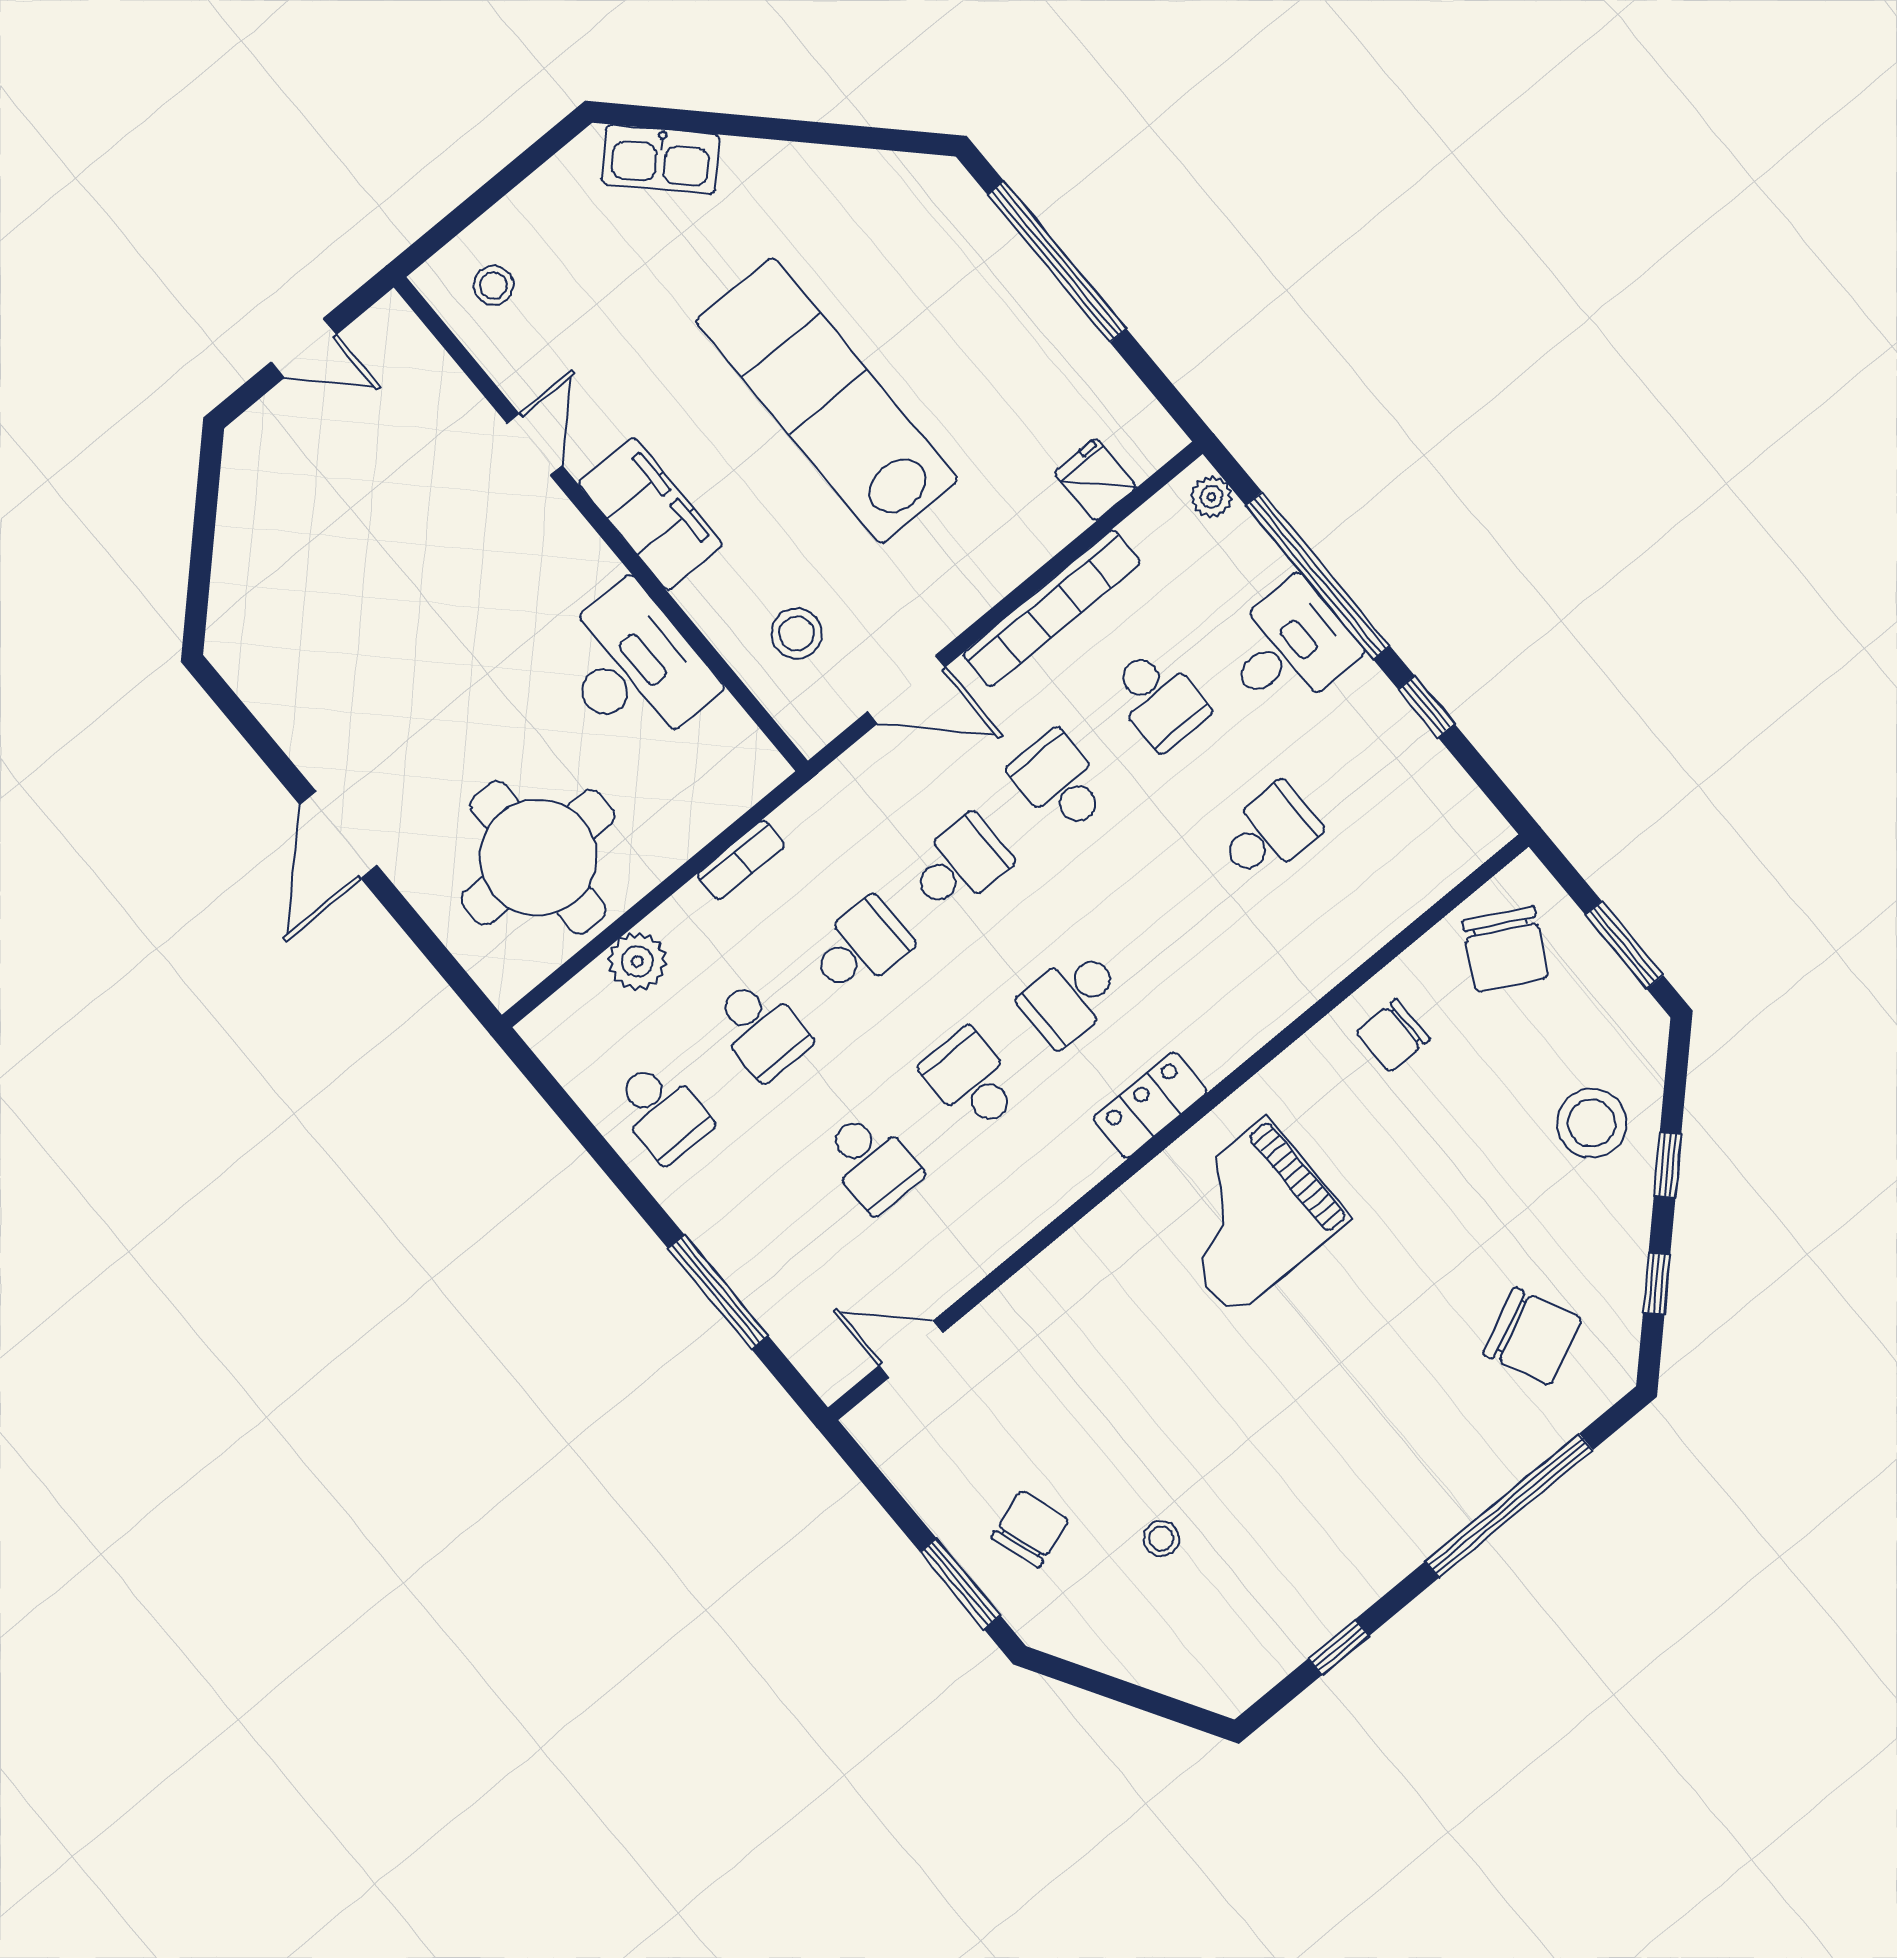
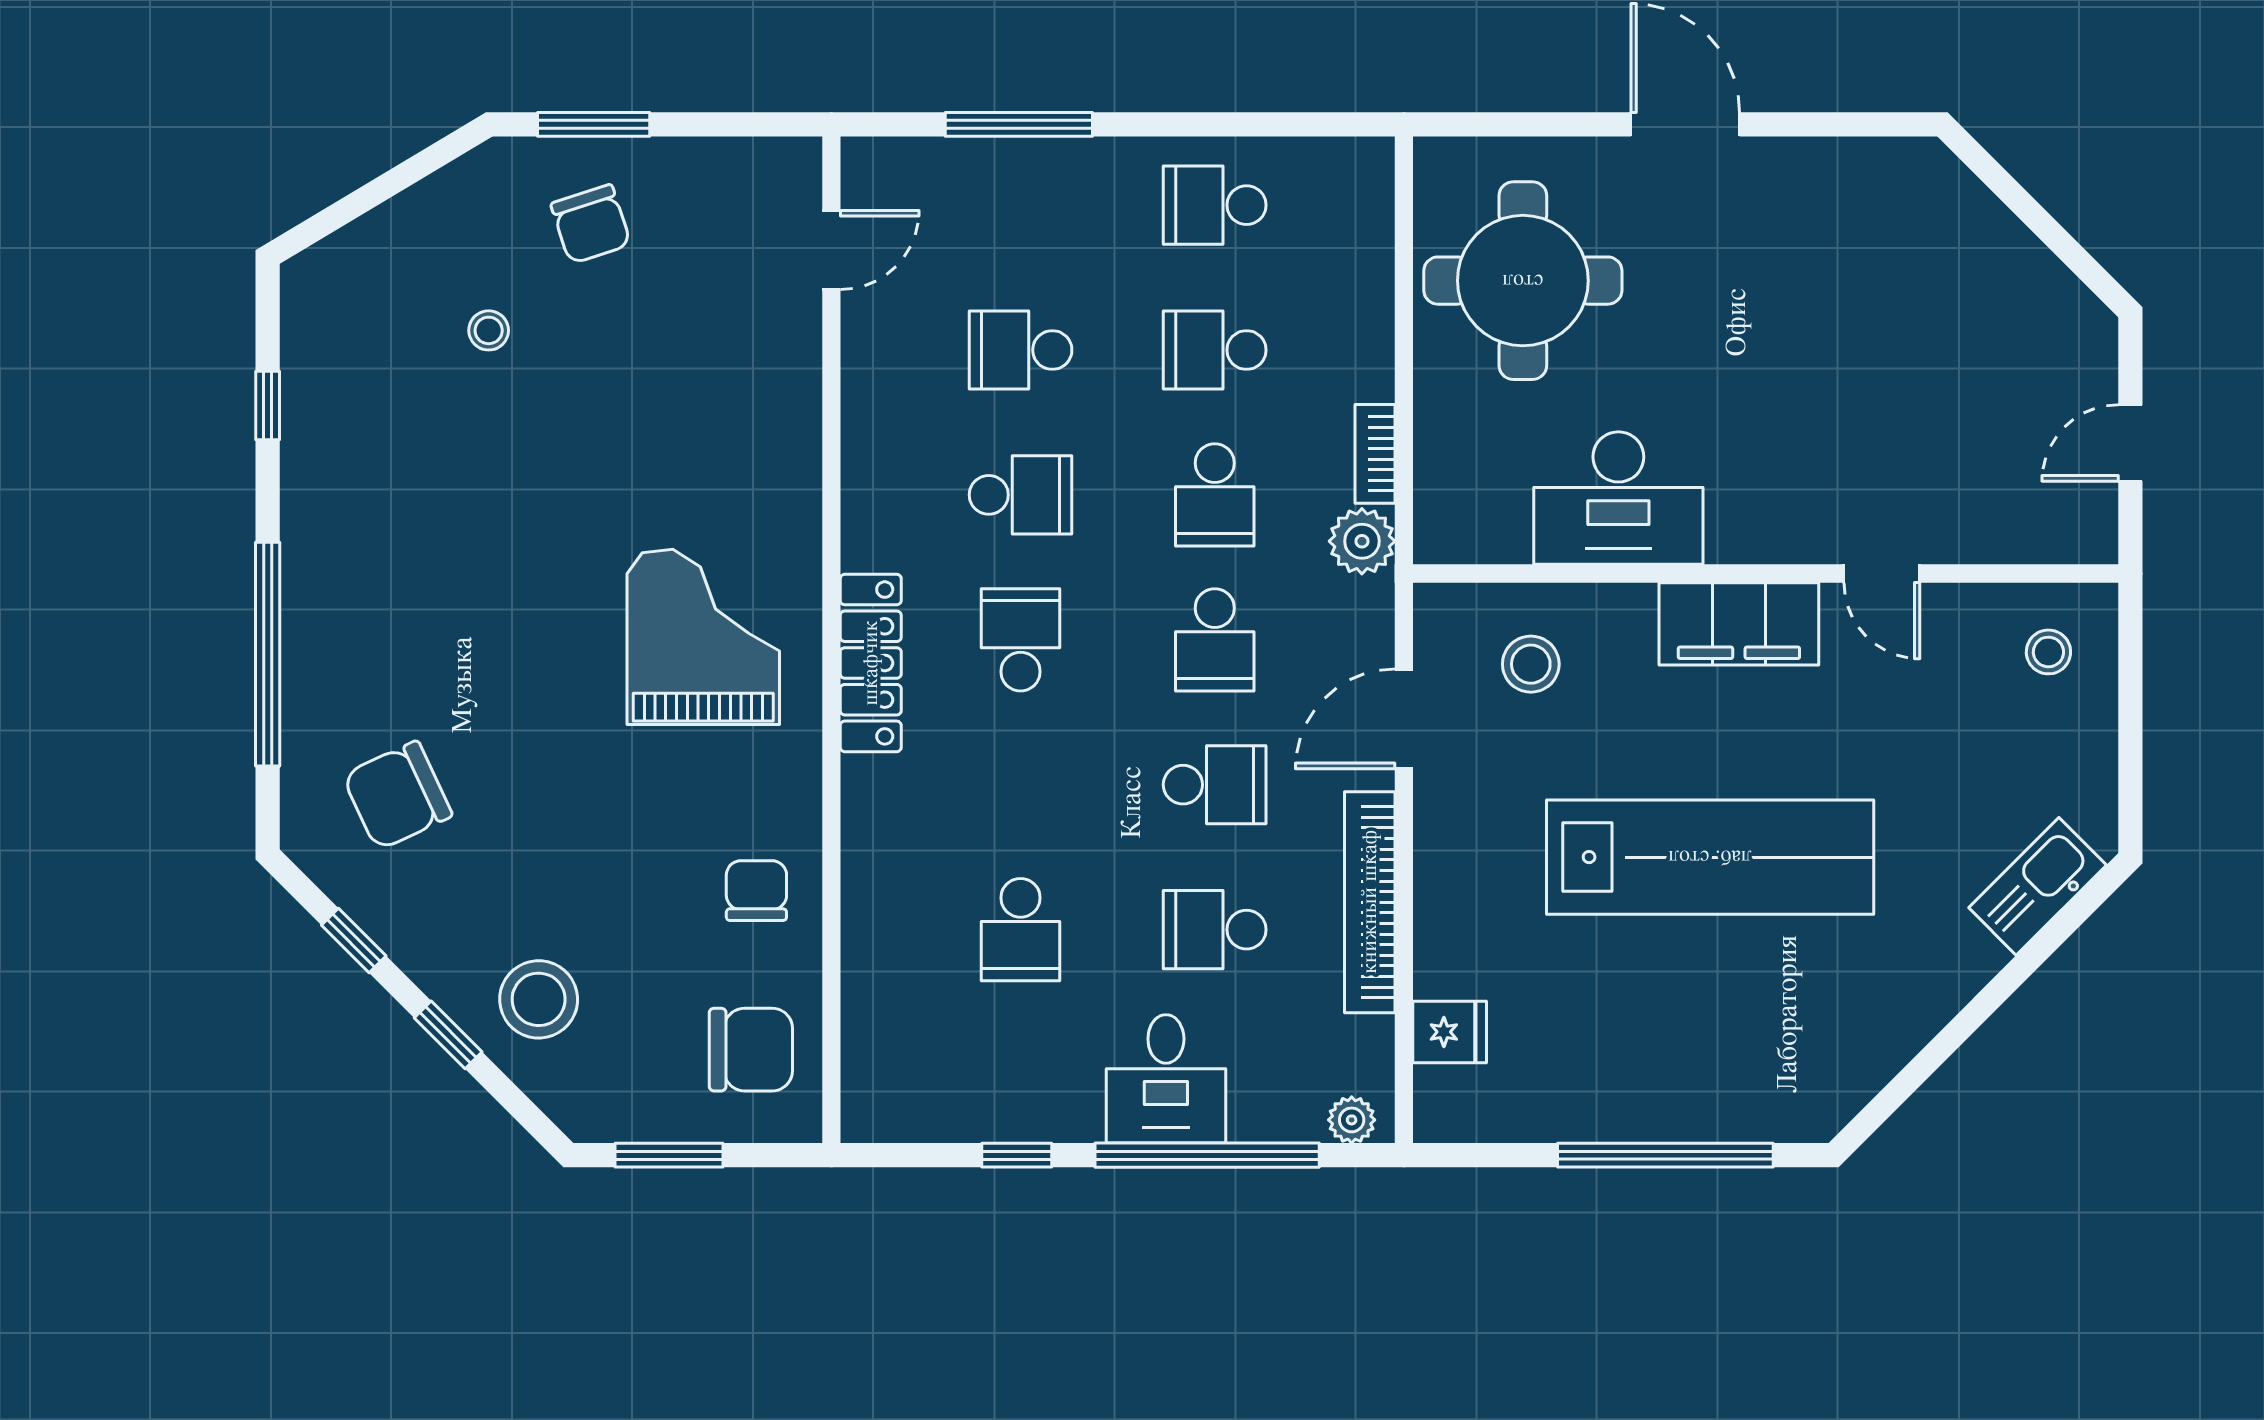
chair: (1505, 949) -> (751, 1050), turned 152
plant: (637, 961) -> (1362, 541), moved
locker: (1150, 1105) -> (871, 663), width x1.53

